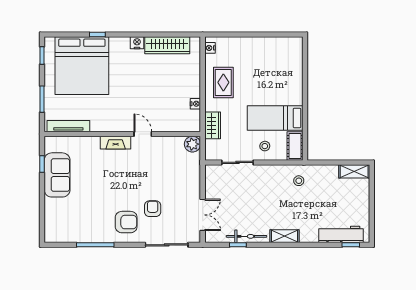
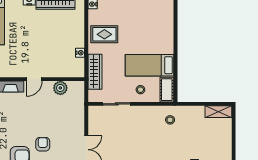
rug: (223, 82) -> (104, 34), turned 90
wardrobe: (213, 125) -> (95, 72), width x1.50
door: (143, 134) -> (34, 79), swing flipped
plant: (192, 144) -> (60, 88), moved

